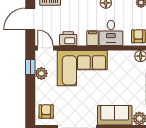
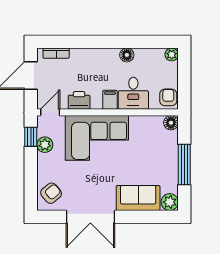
door: (45, 48) -> (50, 112), hinge flipped
armchair: (46, 112) -> (51, 193), turned 50

